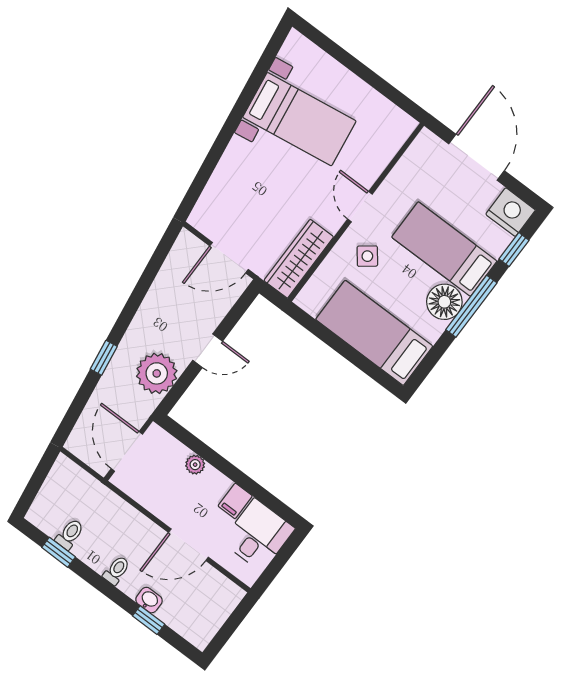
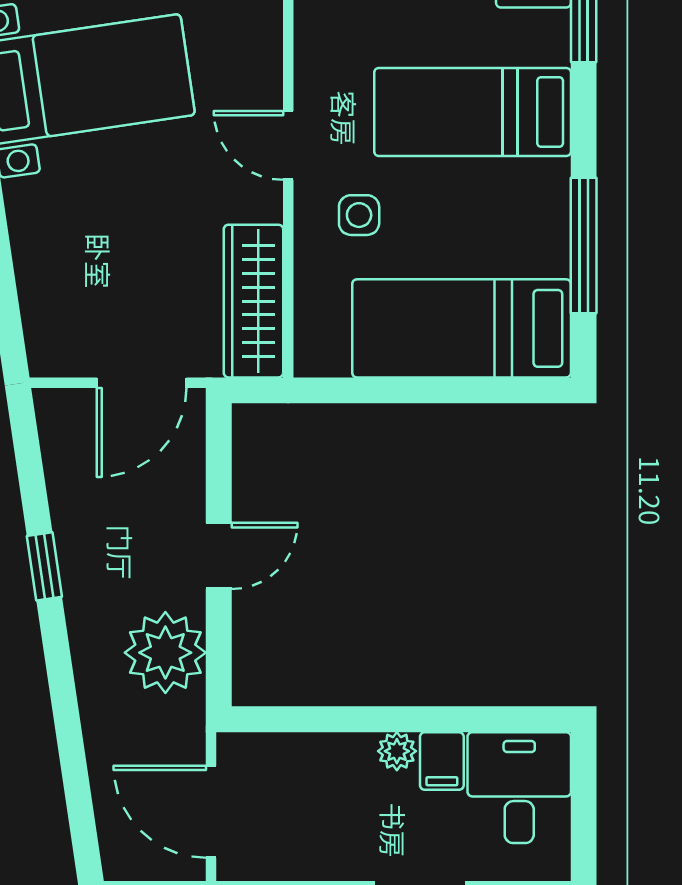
side table: (367, 256) -> (359, 215), turned 38
floor lamp: (444, 302) -> (536, 195), removed
window: (471, 306) -> (584, 245), moved
window: (104, 358) -> (44, 566), moved
plant: (195, 465) -> (397, 751), moved

